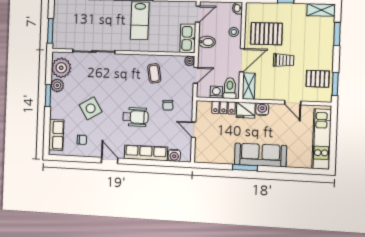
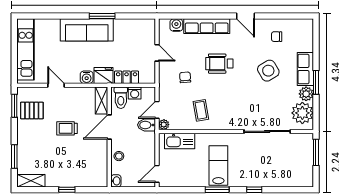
pallet: (266, 34) -> (85, 155), removed
kitchen sink: (188, 38) -> (180, 141), moved, turned 90
bidet: (207, 42) -> (146, 125), moved
row of seats: (56, 135) -> (305, 69), moved

